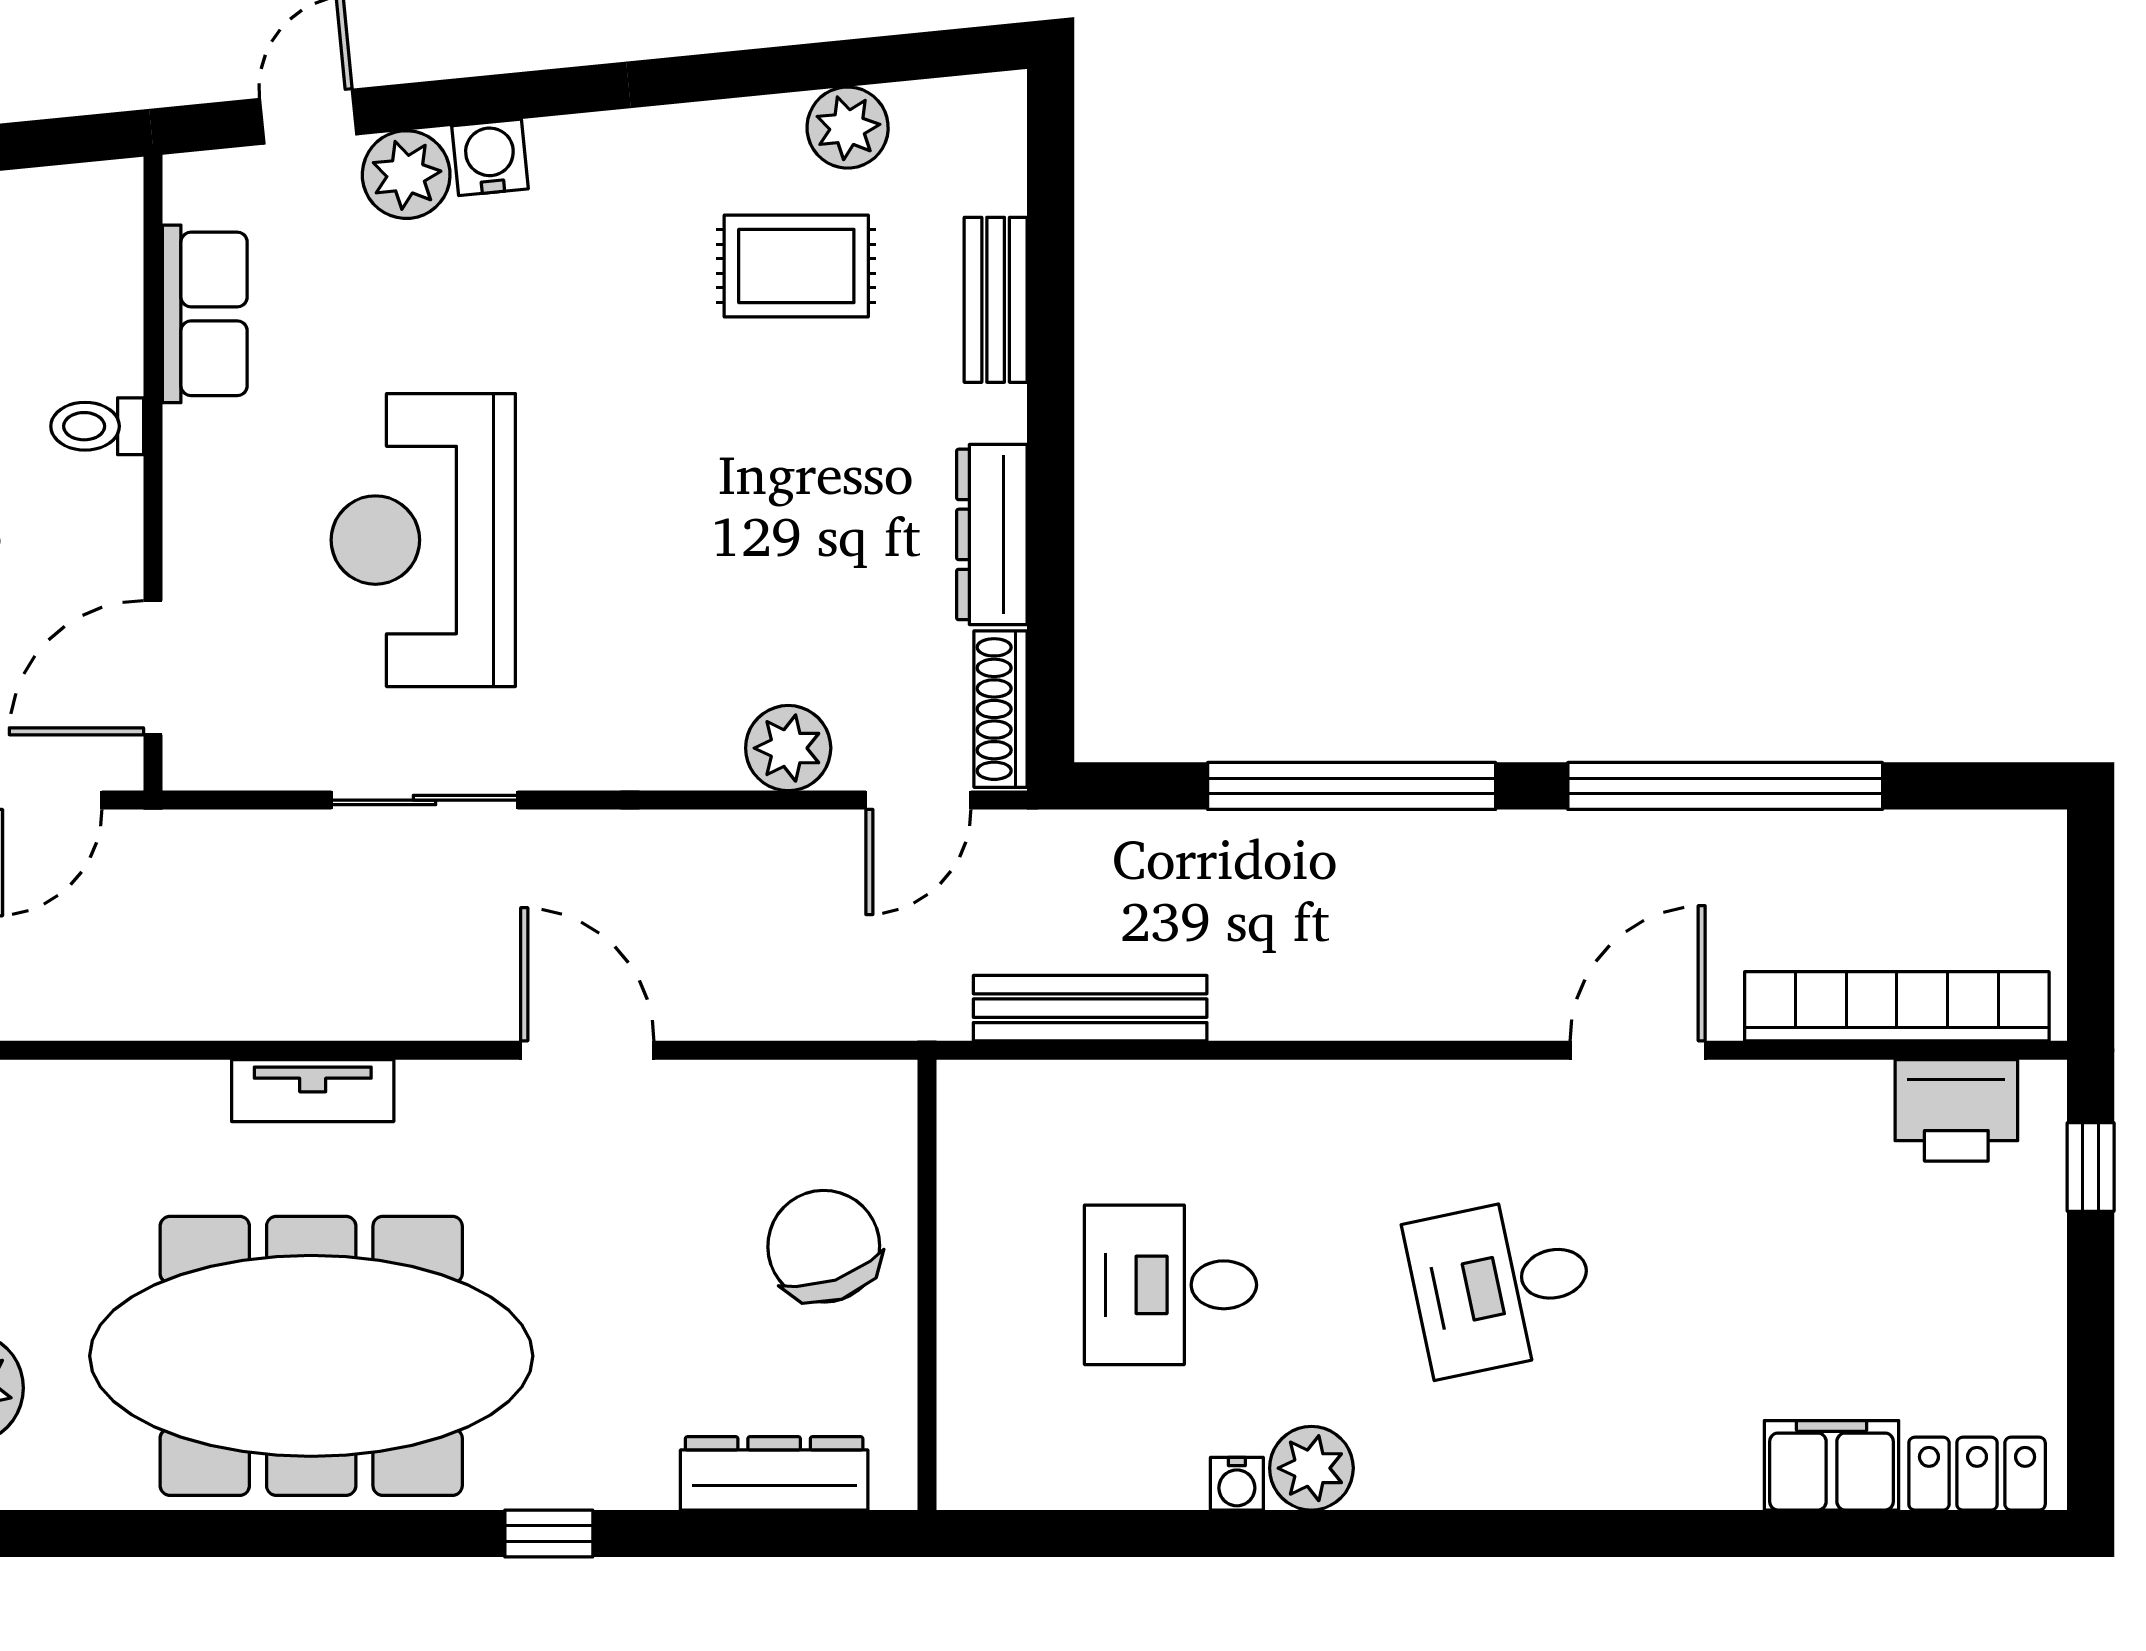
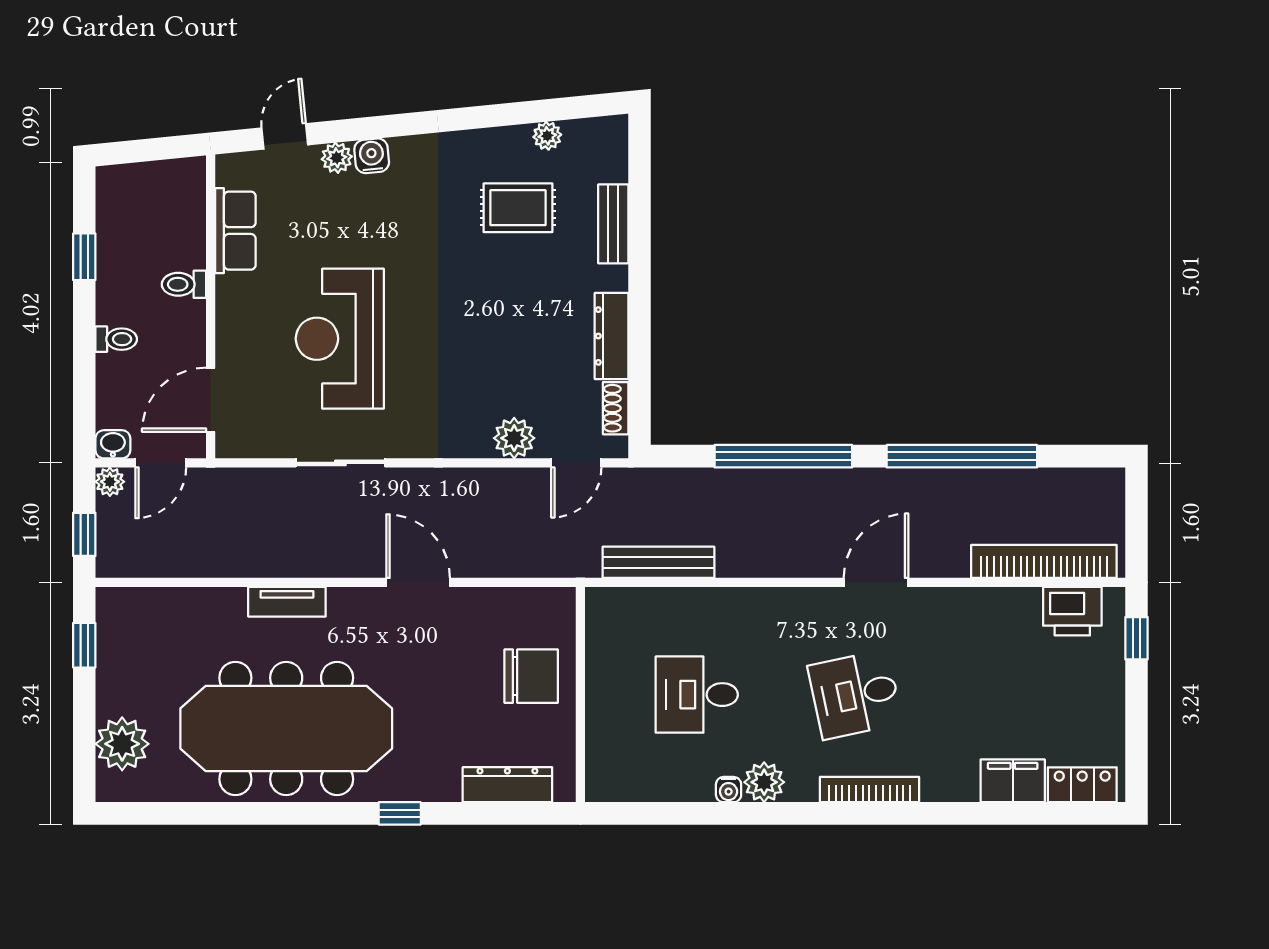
plant: (848, 128) -> (547, 136), width x0.73, depth x0.73
plant: (406, 175) -> (337, 158), width x0.73, depth x0.73
shoe rack: (1001, 709) -> (616, 408), width x0.70
door: (1638, 1050) -> (876, 582), moved
chair: (824, 1246) -> (531, 676), turned 109
bookcase: (1532, 1484) -> (869, 789), added

